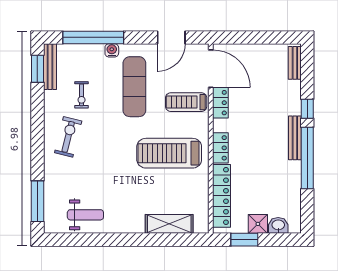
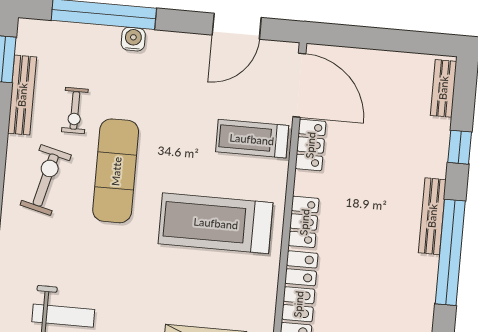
bench: (50, 67) -> (22, 95), moved
exercise mat: (134, 87) -> (116, 171), moved
window: (307, 109) -> (460, 147), moved

